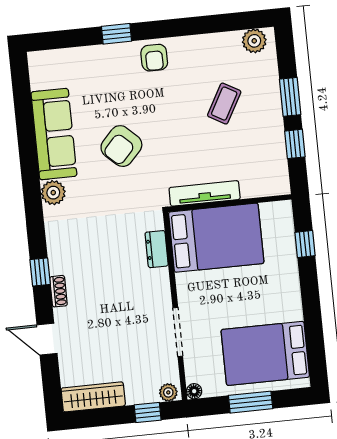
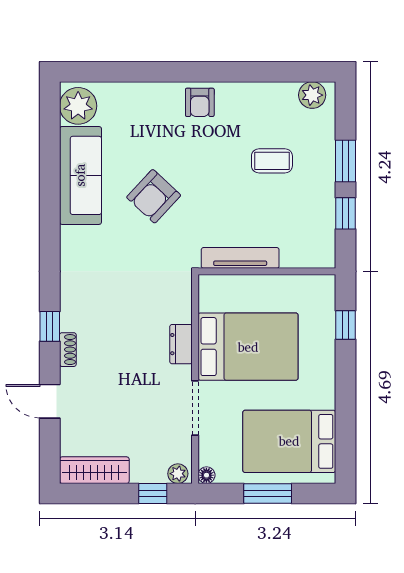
window: (116, 34) -> (161, 72), removed
coffee table: (224, 104) -> (272, 161), turned 61
plant: (53, 193) -> (78, 106), moved, width x1.36, depth x1.36
bed: (216, 238) -> (248, 347), moved
dresser: (157, 249) -> (181, 344), moved

